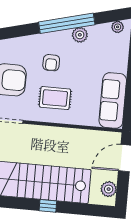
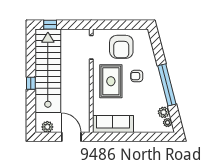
plant: (80, 35) -> (164, 112), moved
rug: (55, 98) -> (111, 81), width x1.36, depth x1.43

